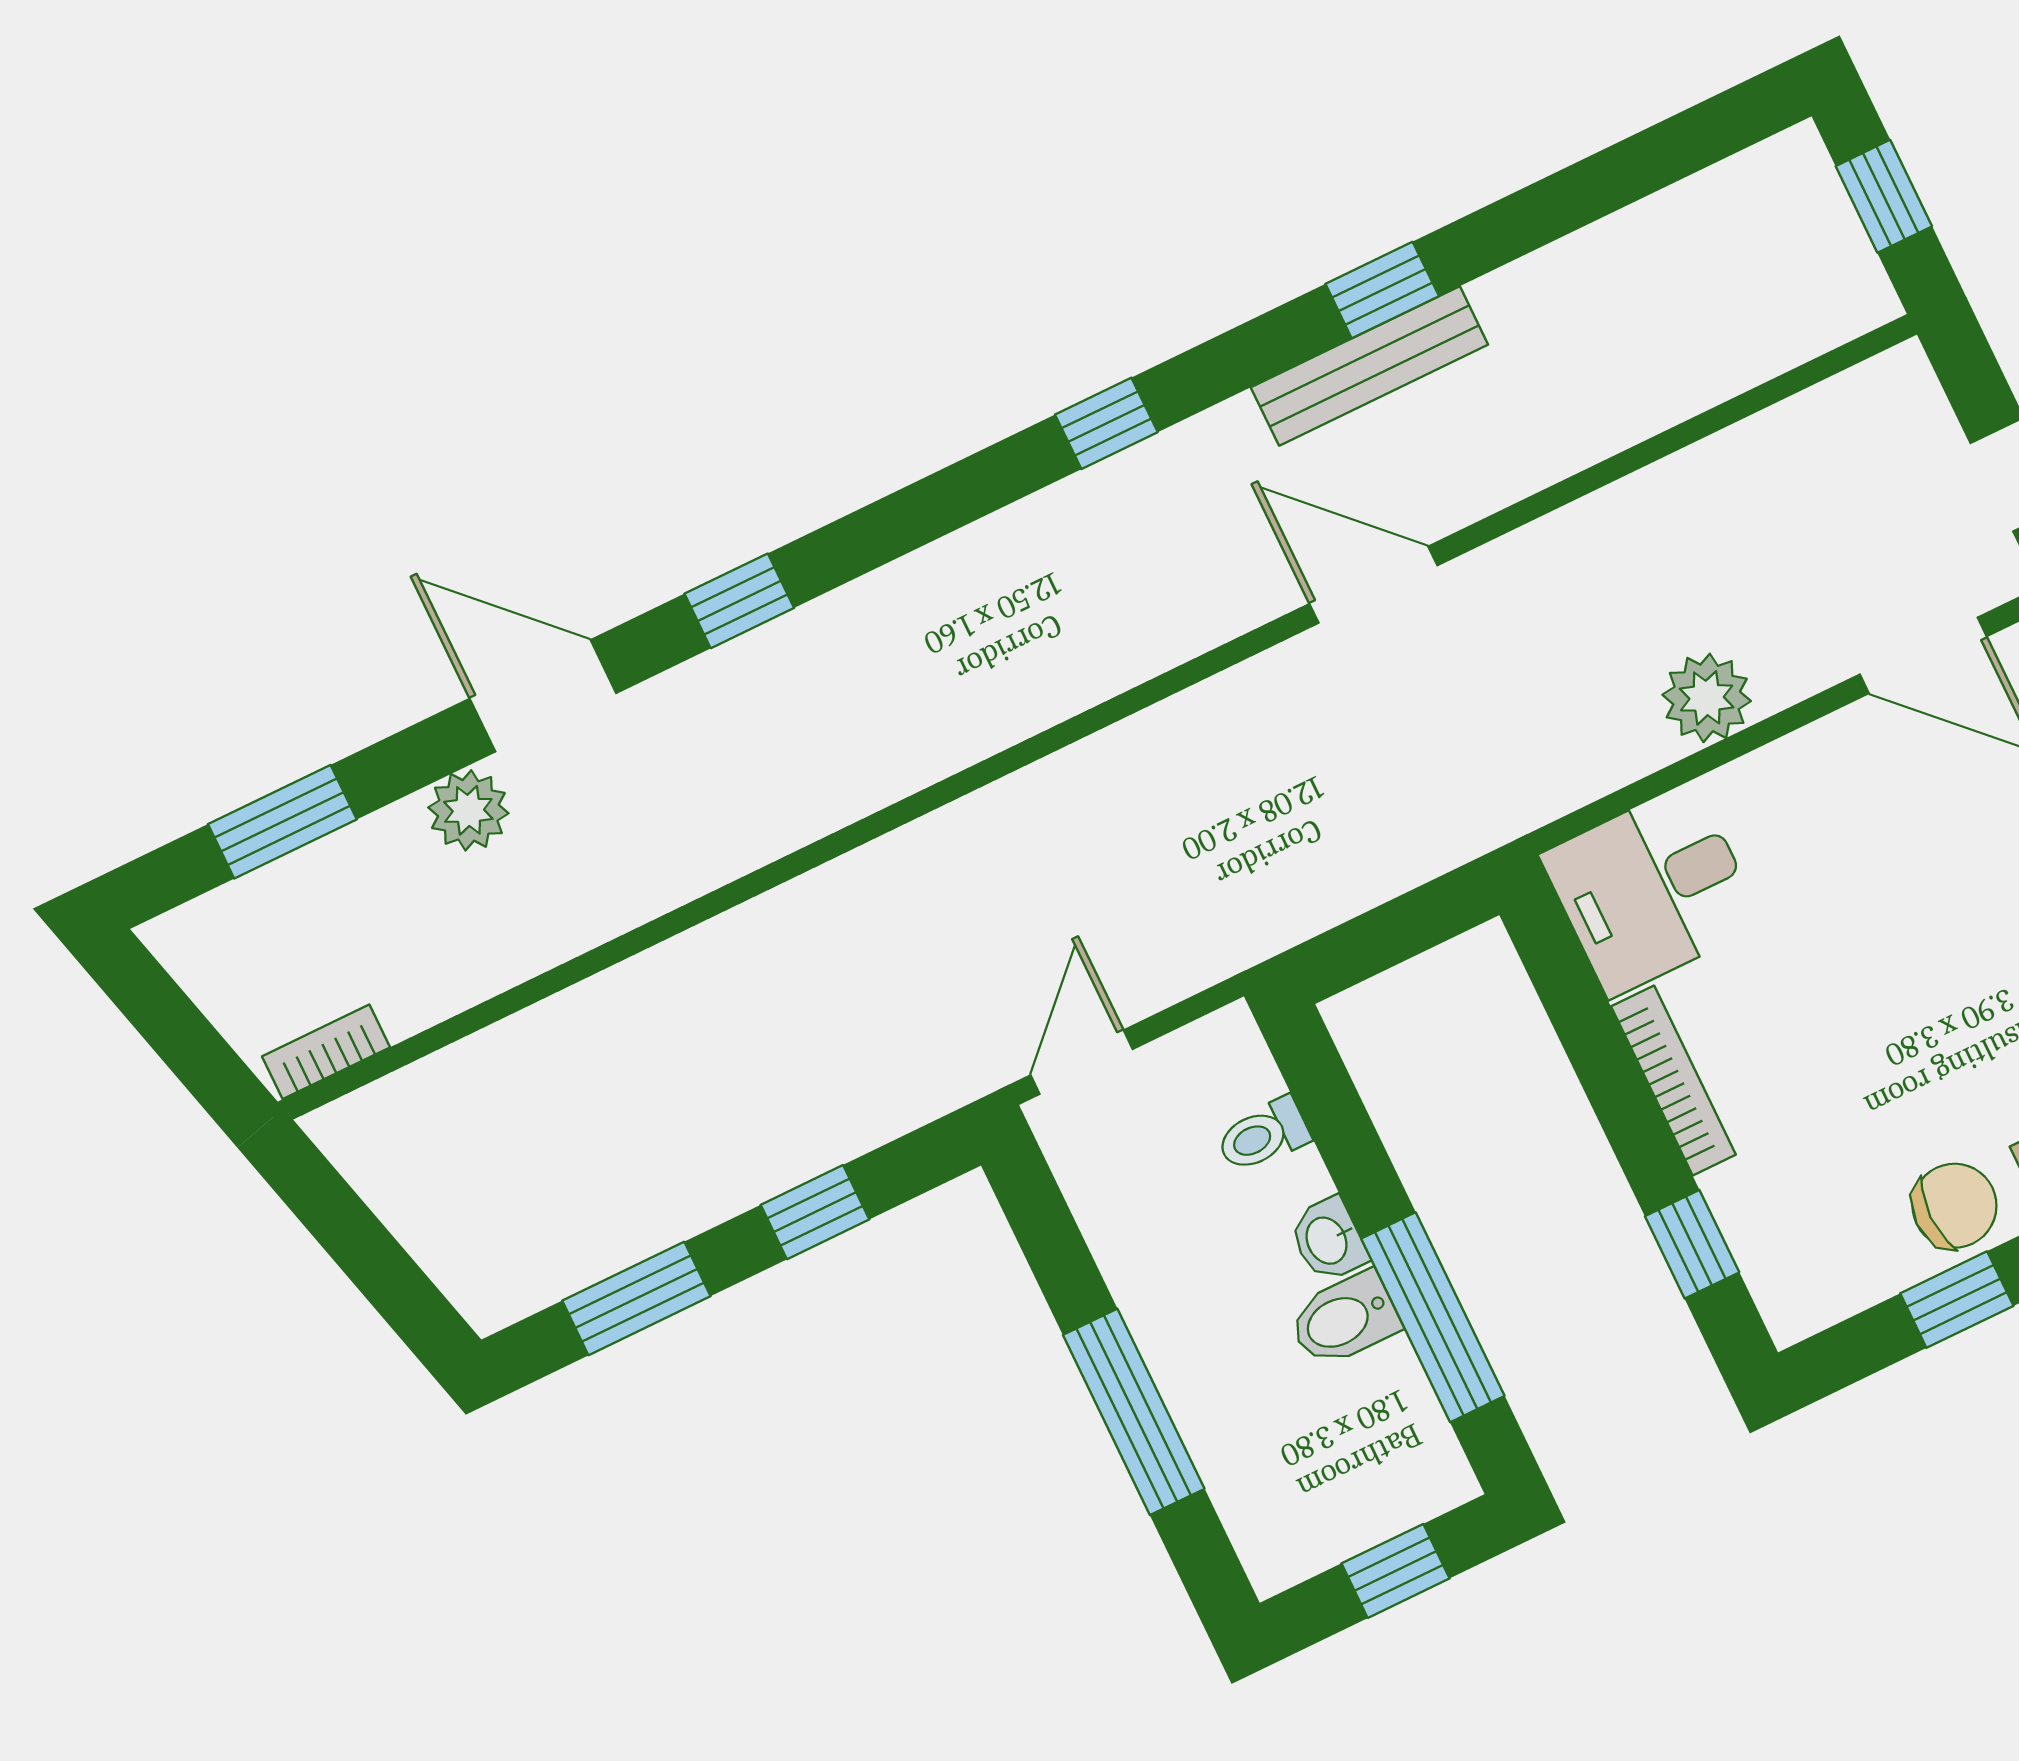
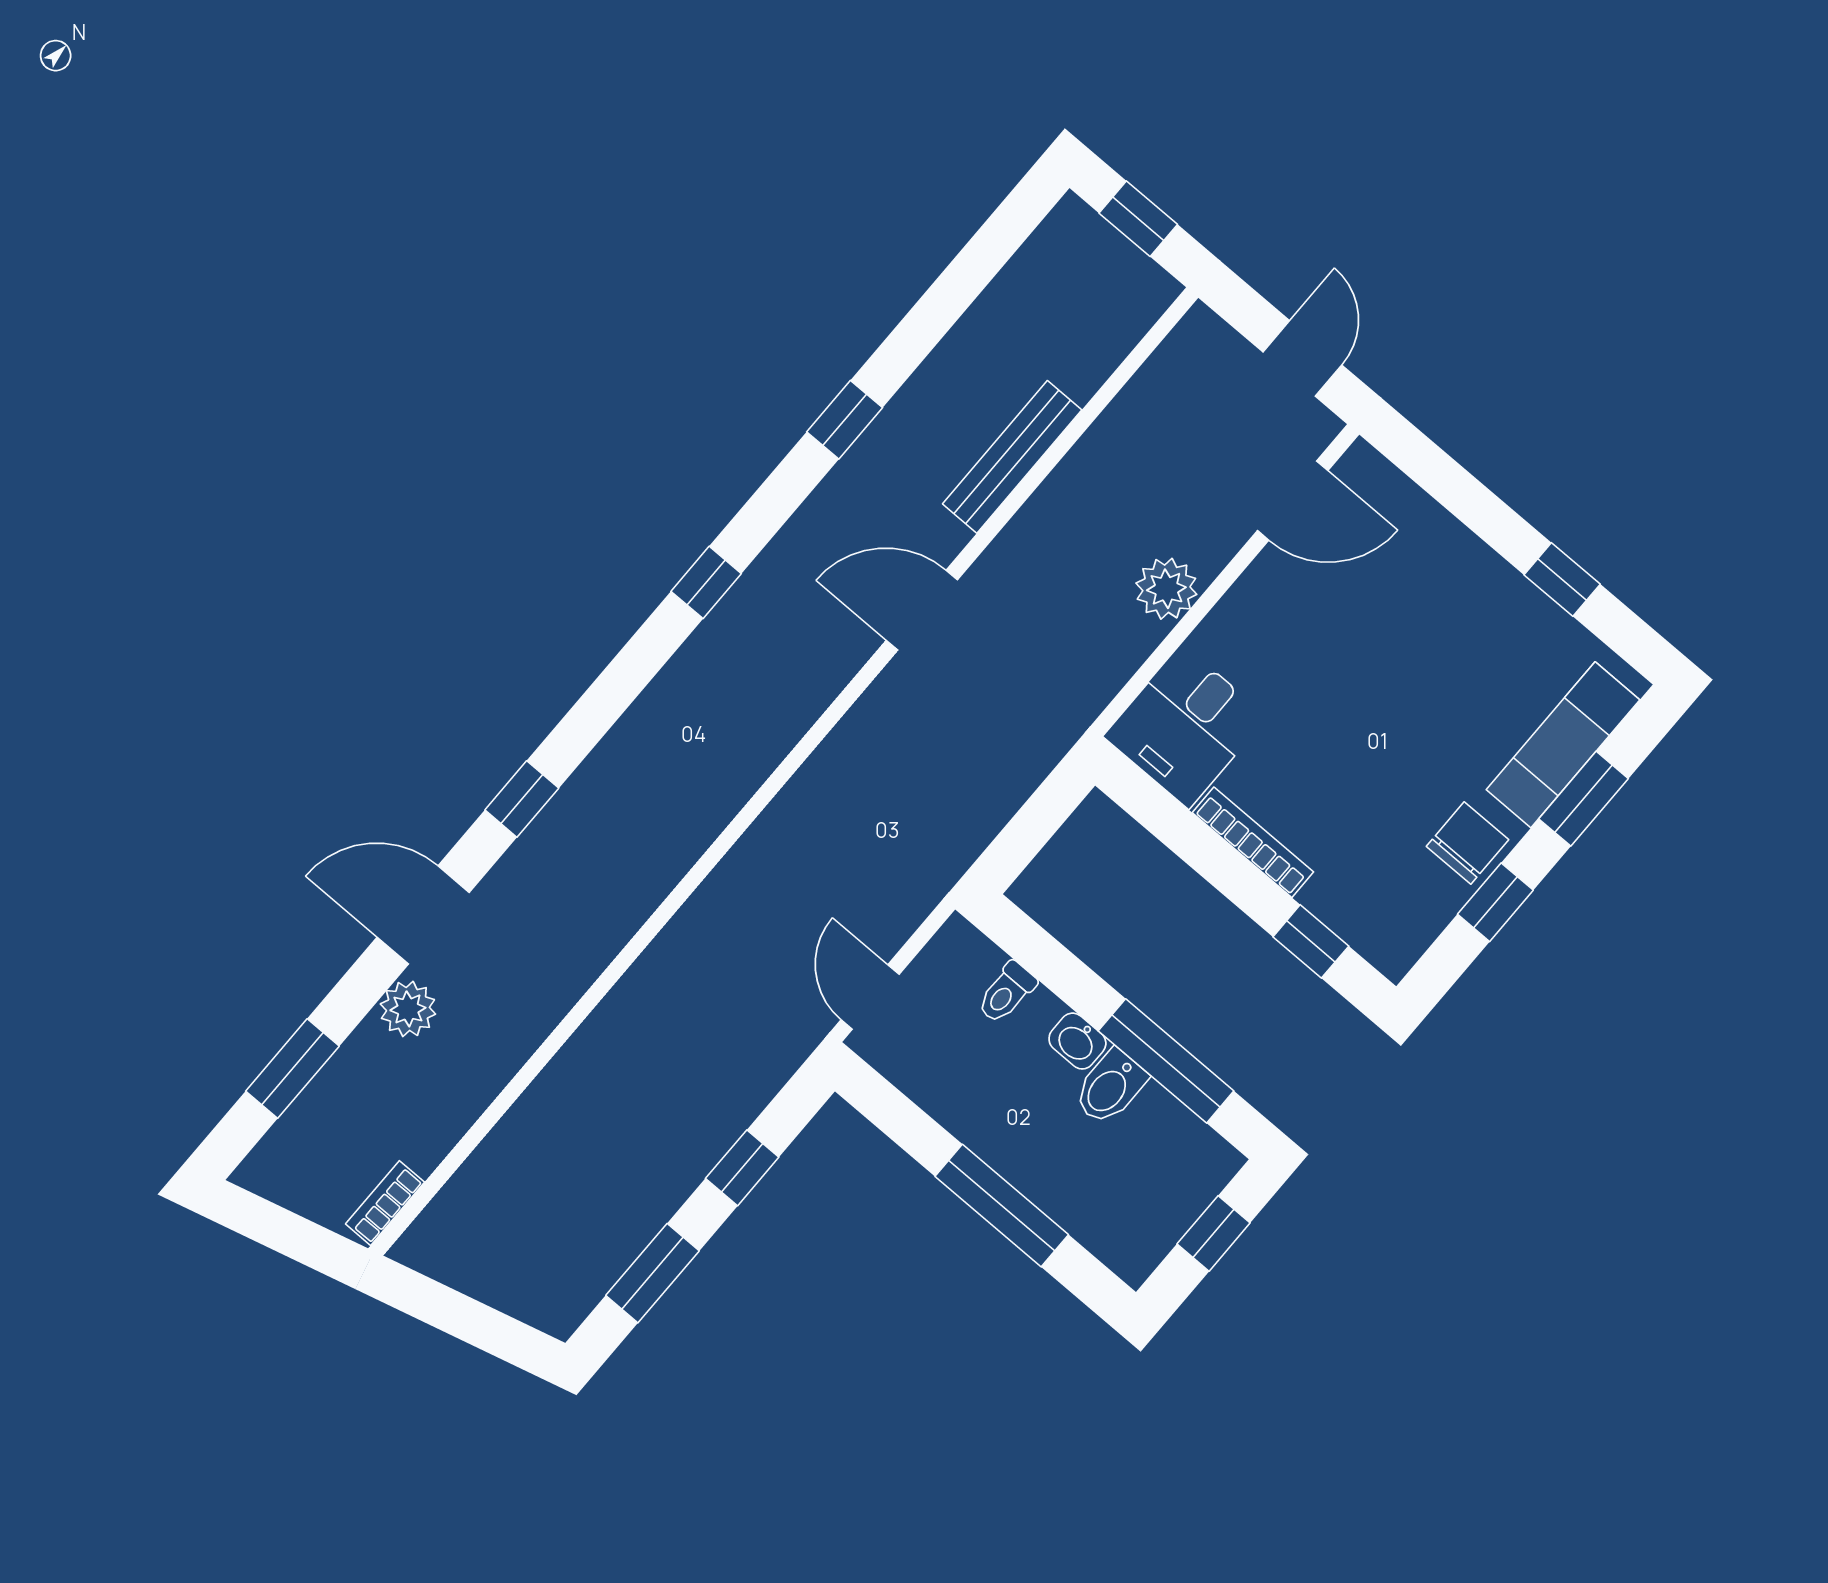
bench: (1369, 366) -> (1012, 457), moved

